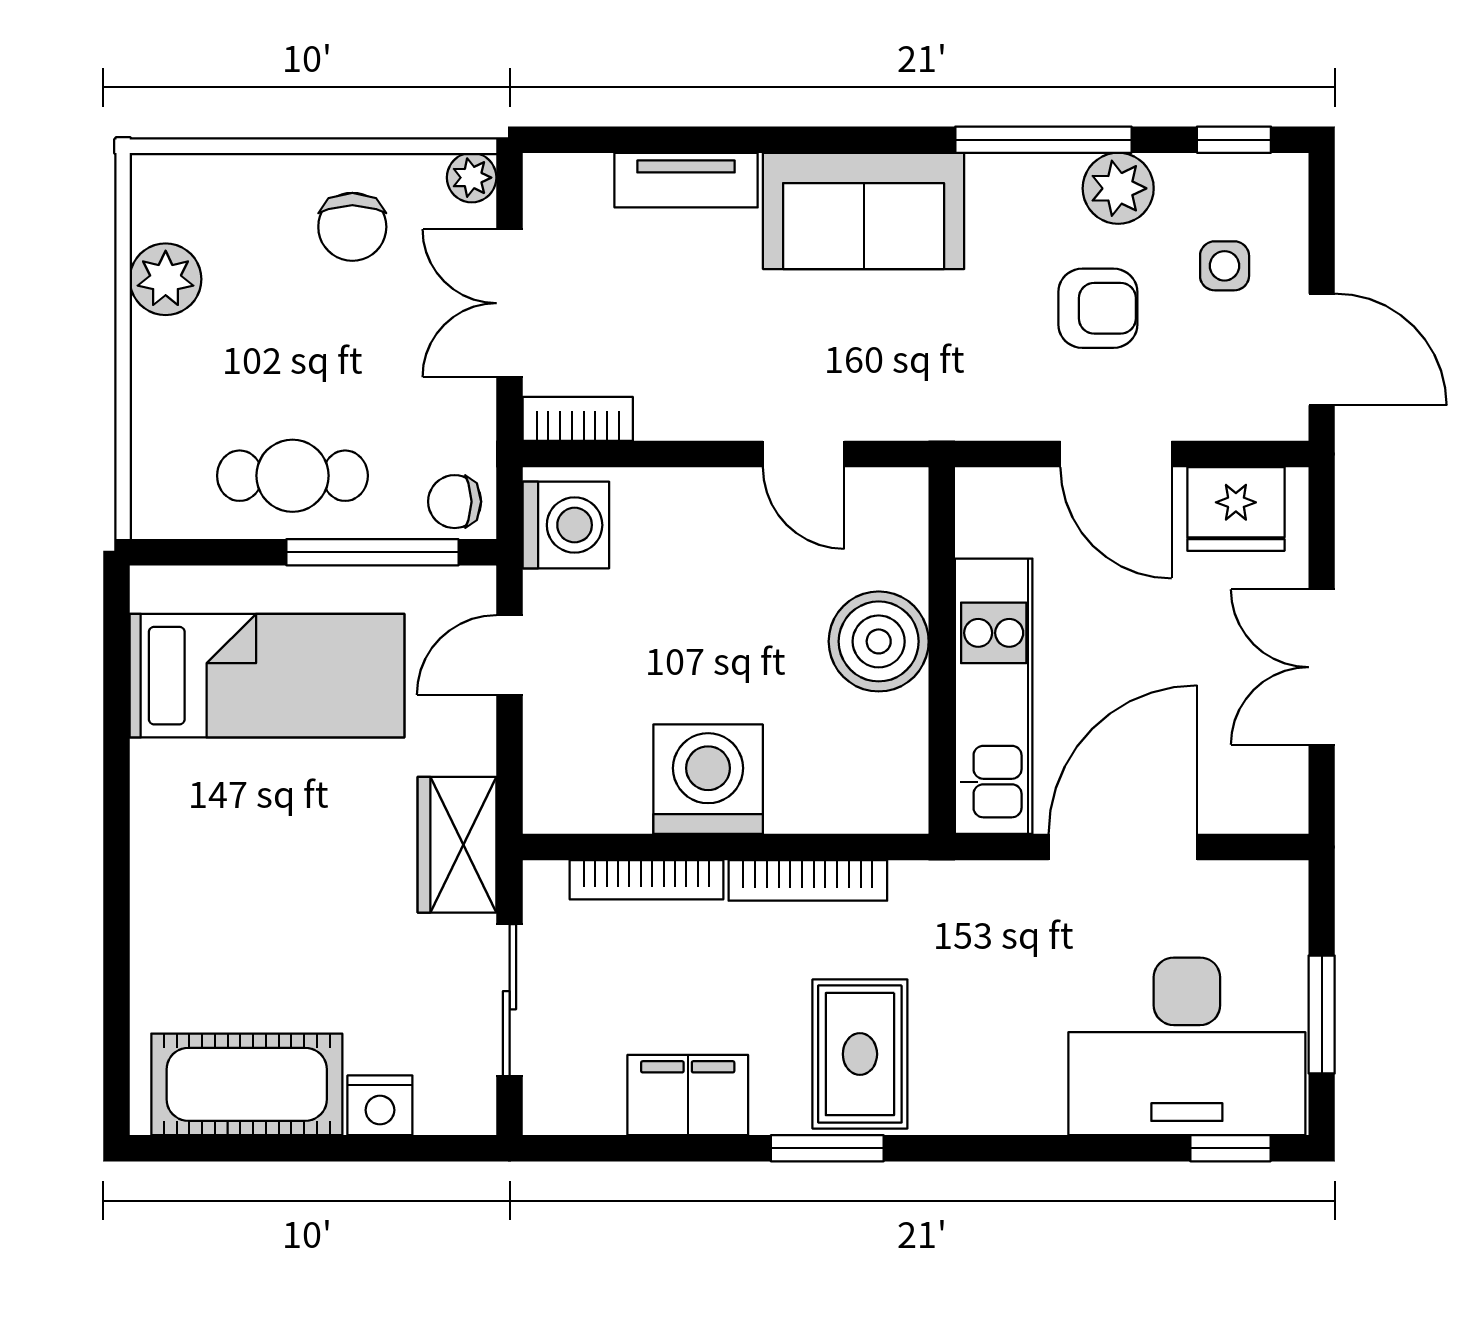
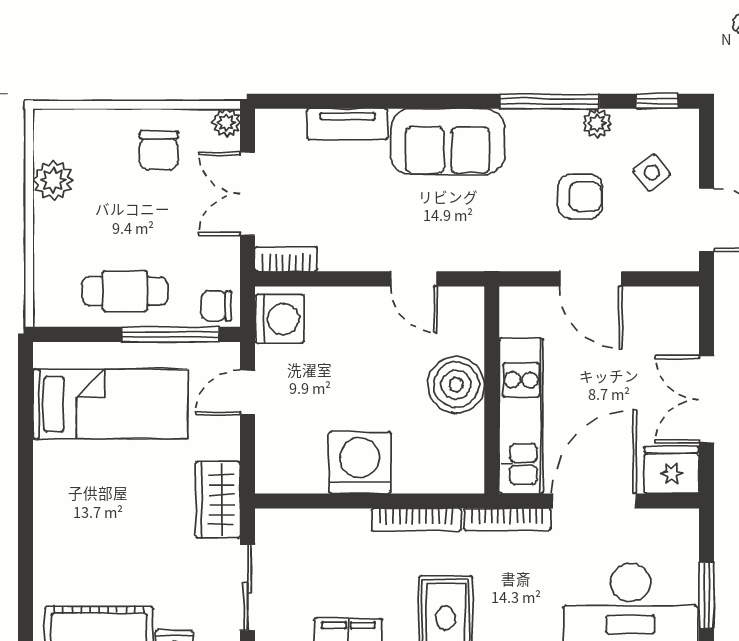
plant: (1118, 188) -> (597, 123), width x0.73, depth x0.73
side table: (1225, 266) -> (652, 173), turned -38
fridge: (1236, 509) -> (672, 470), moved, turned 180
bookcase: (647, 880) -> (507, 519), moved

